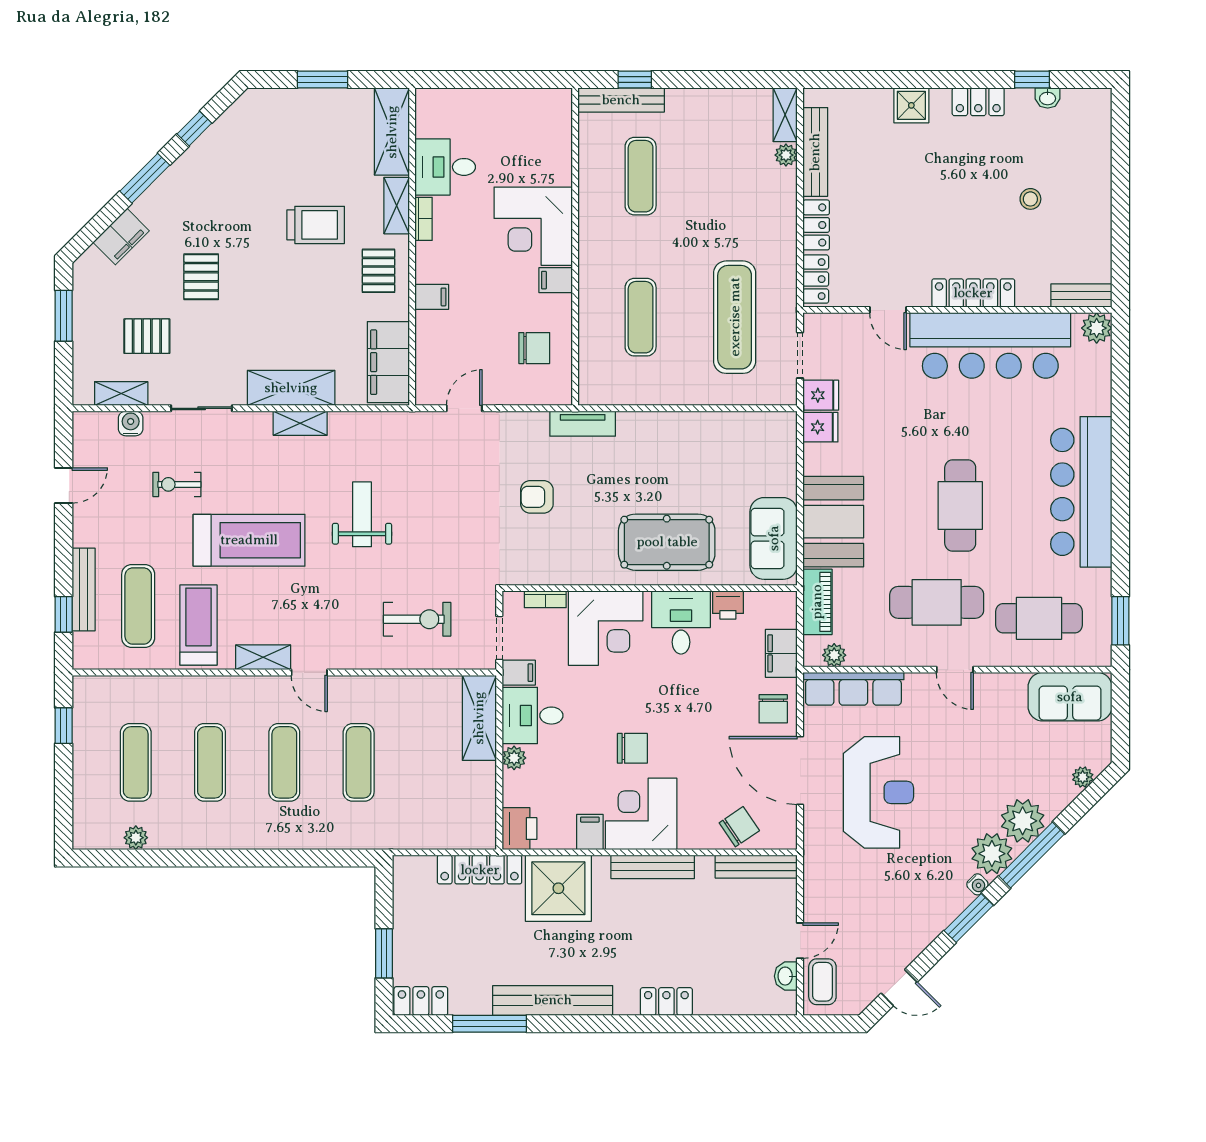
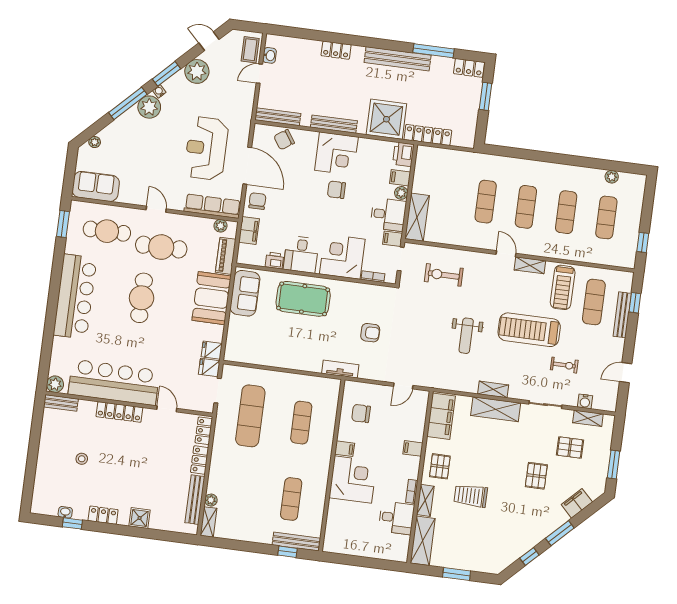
plant: (1023, 821) -> (197, 71), moved
filing cabinet: (590, 832) -> (400, 178), moved, turned 90

